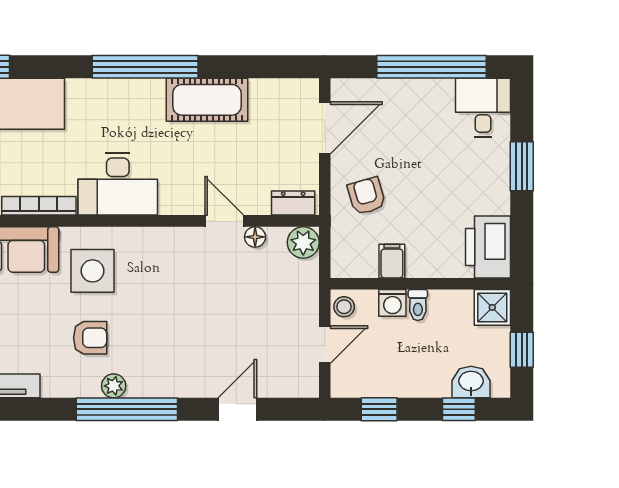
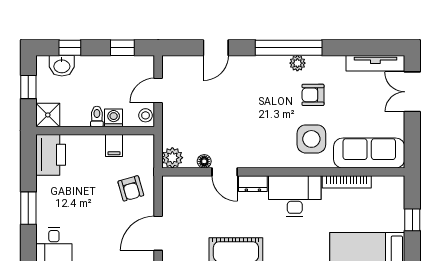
dresser: (293, 203) -> (253, 184), moved

